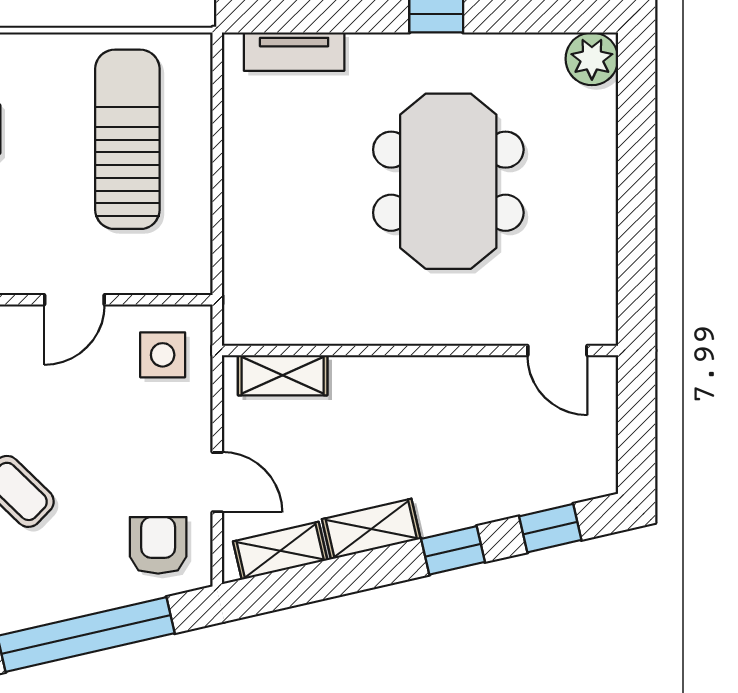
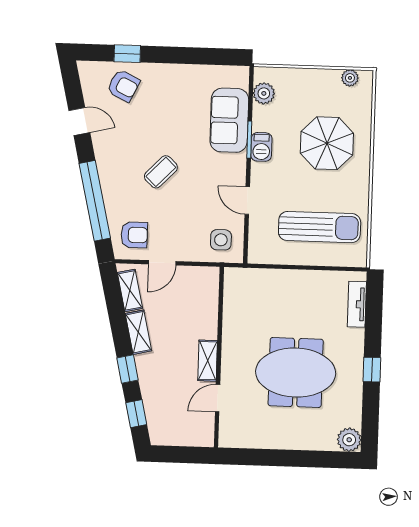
door: (557, 351) -> (218, 398), moved
shelving: (283, 375) -> (208, 361), moved

